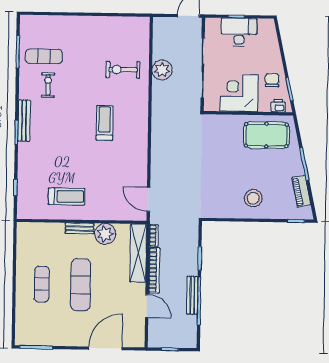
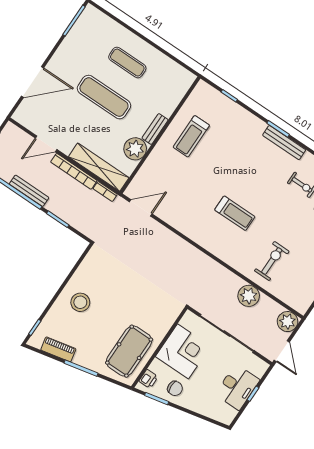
plant: (162, 26) -> (287, 322), added
door: (105, 348) -> (32, 82), hinge flipped

